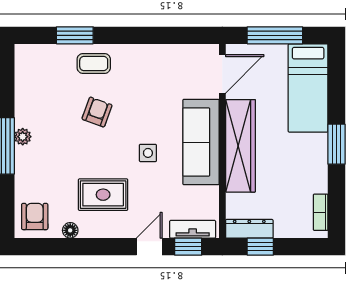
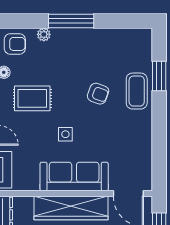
coffee table: (94, 63) -> (137, 91), width x1.36, depth x1.30
plant: (23, 137) -> (44, 34), moved
rug: (103, 195) -> (32, 98), turned 90

